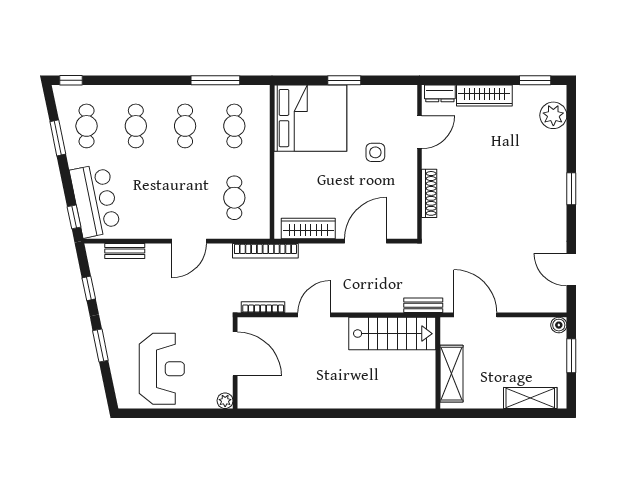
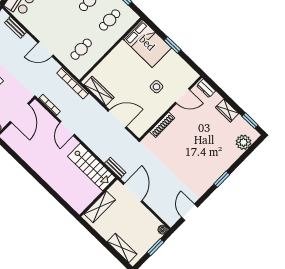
wardrobe: (484, 95) -> (227, 110), width x0.67
bed: (310, 118) -> (147, 43), width x0.73
door: (314, 315) -> (67, 128), swing flipped

